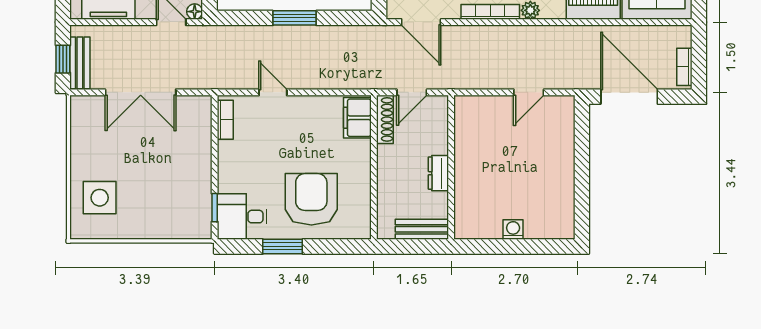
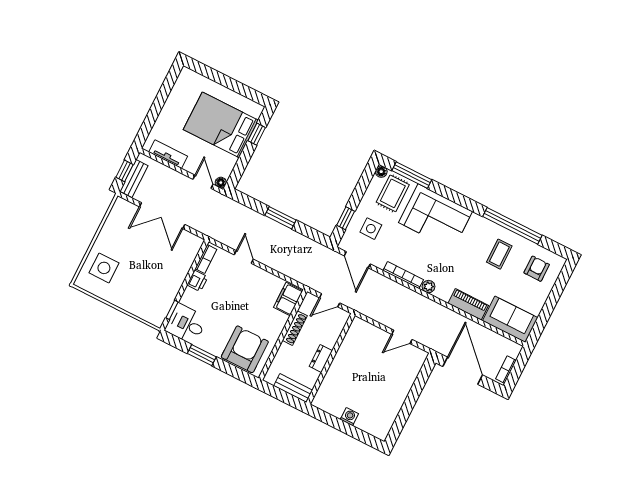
shoe rack: (385, 119) -> (295, 328), moved
printer: (229, 154) -> (197, 281), added
armchair: (311, 199) -> (245, 349), moved

